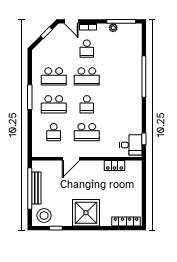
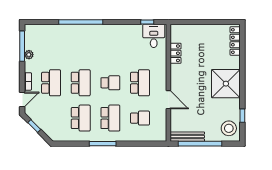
school desk: (87, 49) -> (51, 83), width x1.85
bench: (36, 188) -> (187, 137), moved

